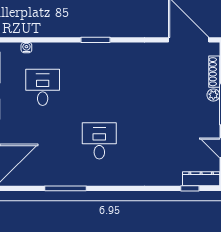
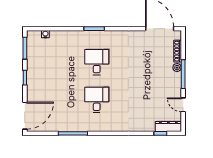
desk: (43, 87) -> (97, 62), moved

